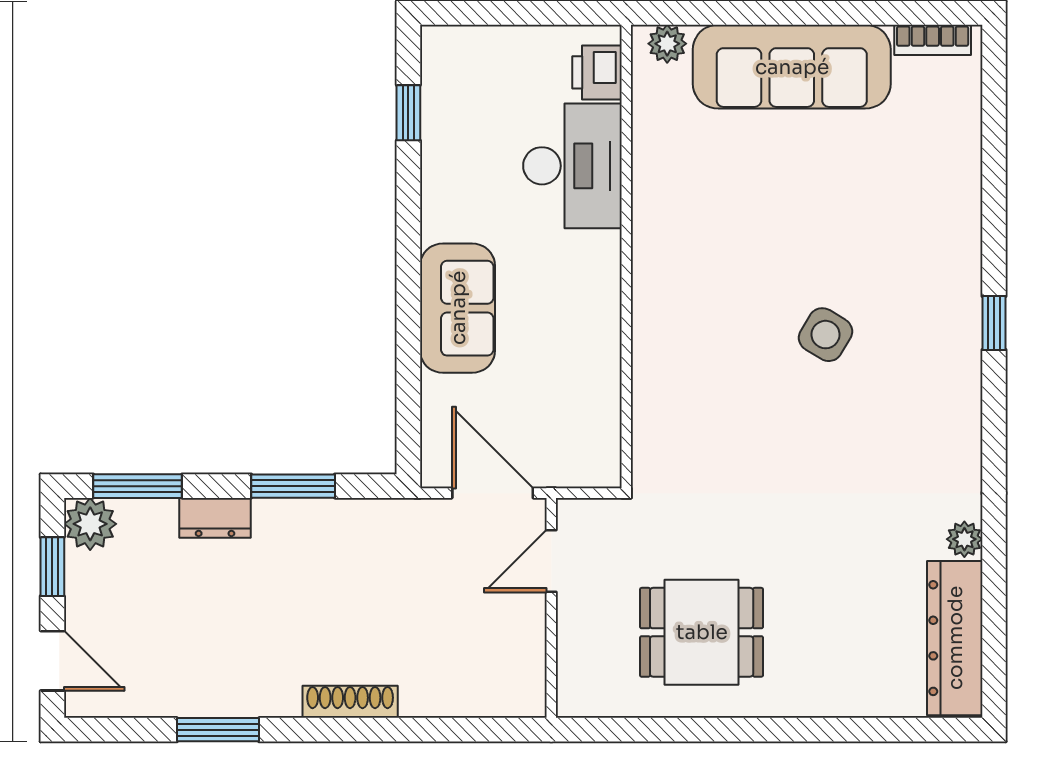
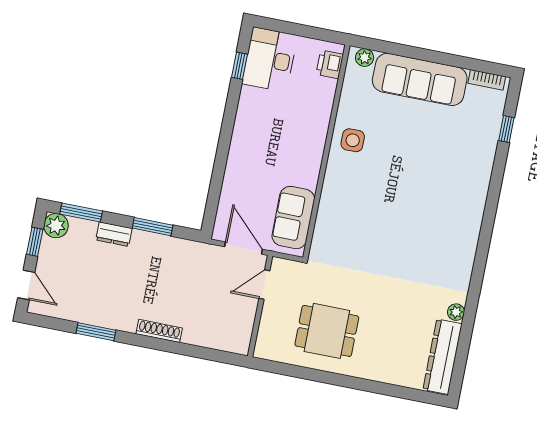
desk: (572, 166) -> (270, 60), moved, turned 180
sofa: (458, 308) -> (293, 218), moved, turned 180
window: (994, 323) -> (506, 129), moved
side table: (826, 335) -> (353, 140), moved, turned -31

